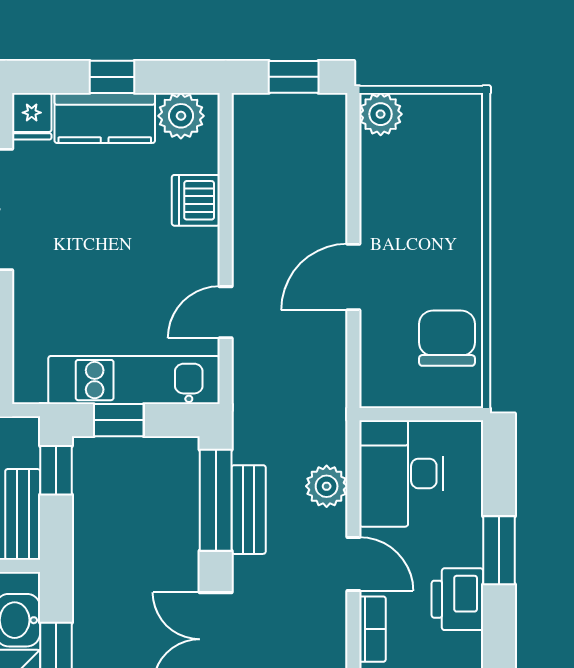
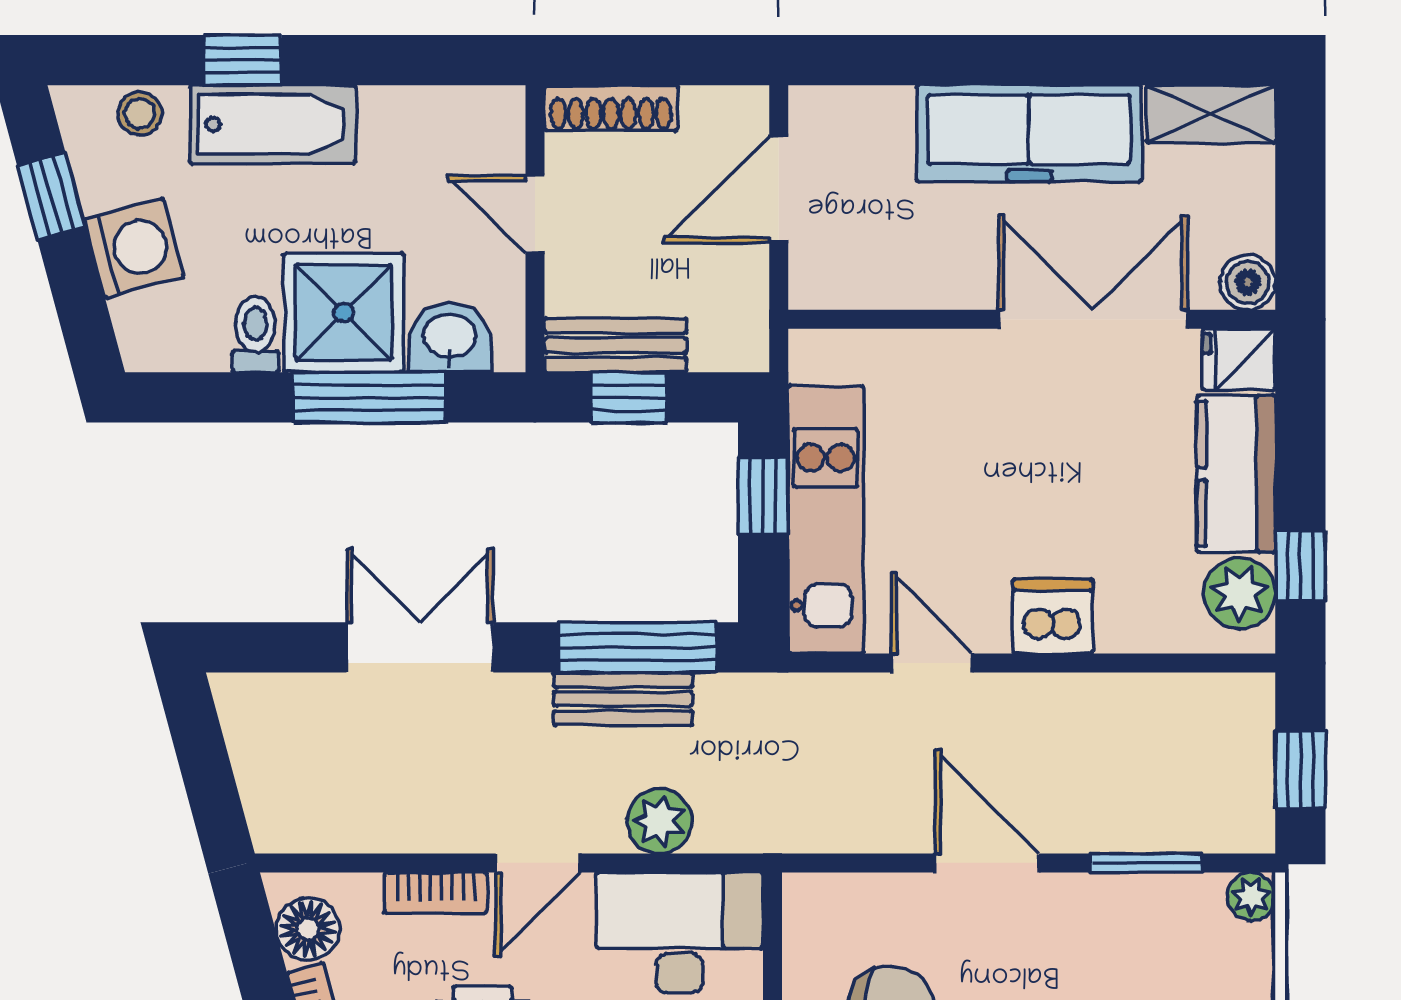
window: (112, 77) -> (1300, 566), moved
plant: (381, 114) -> (1251, 897), width x0.73, depth x0.73
window: (353, 175) -> (1146, 863), added
dishwasher: (196, 200) -> (1053, 616), moved
window: (56, 470) -> (629, 397), moved

